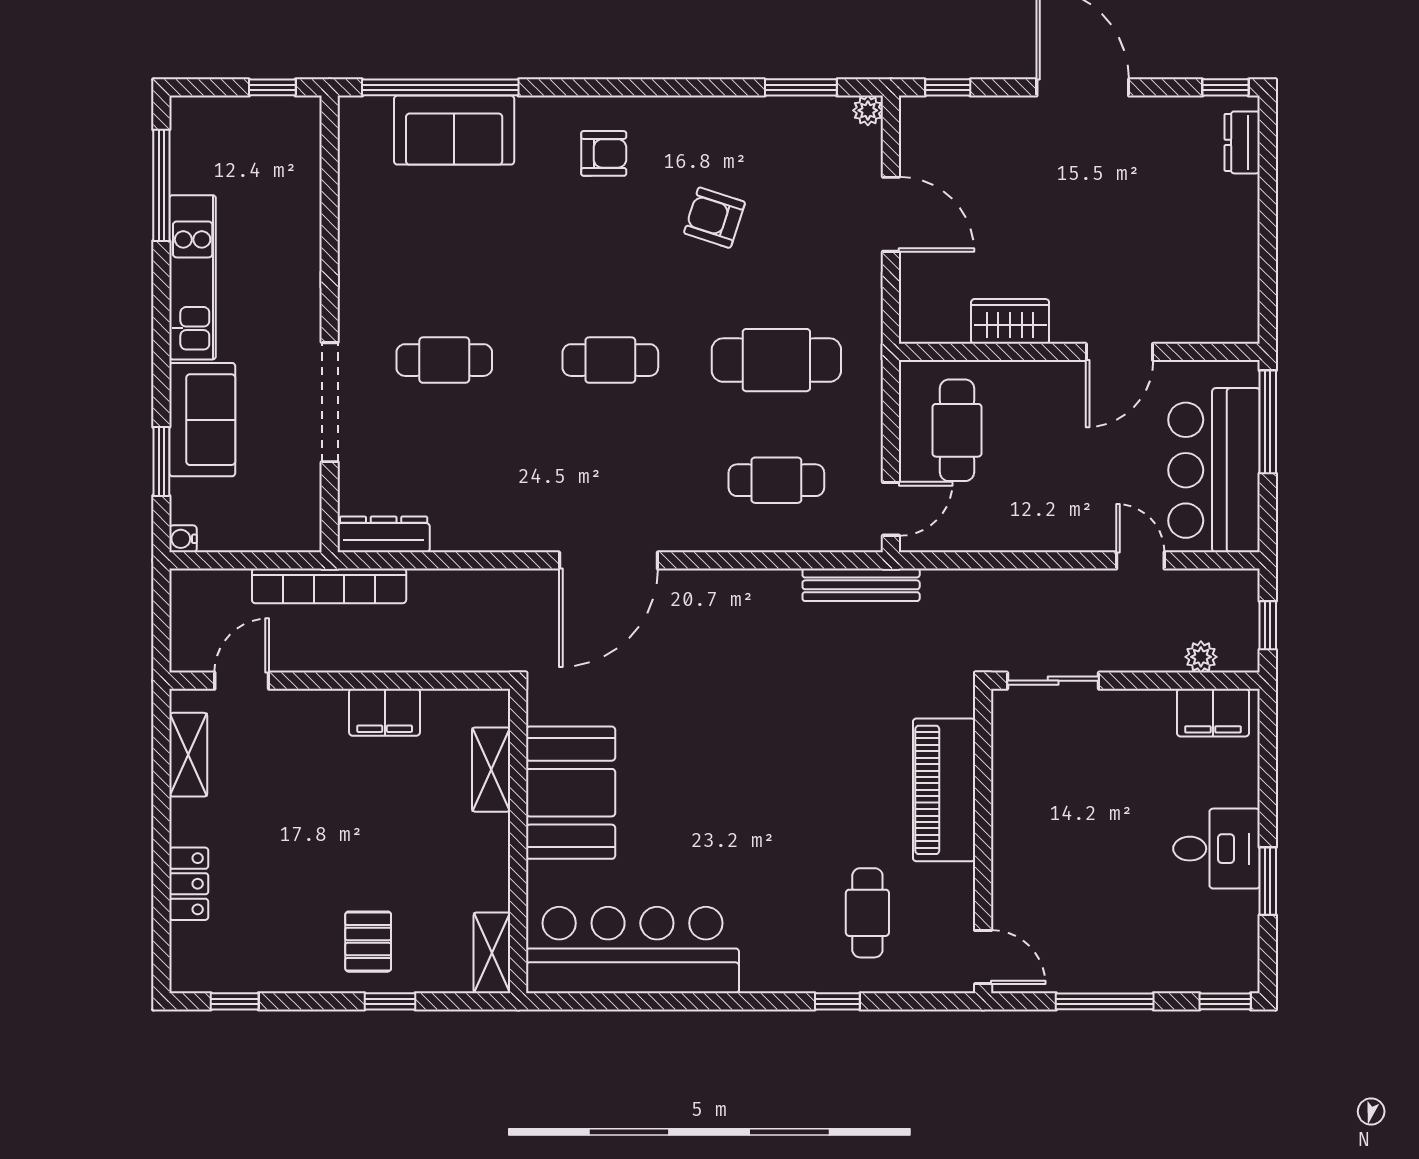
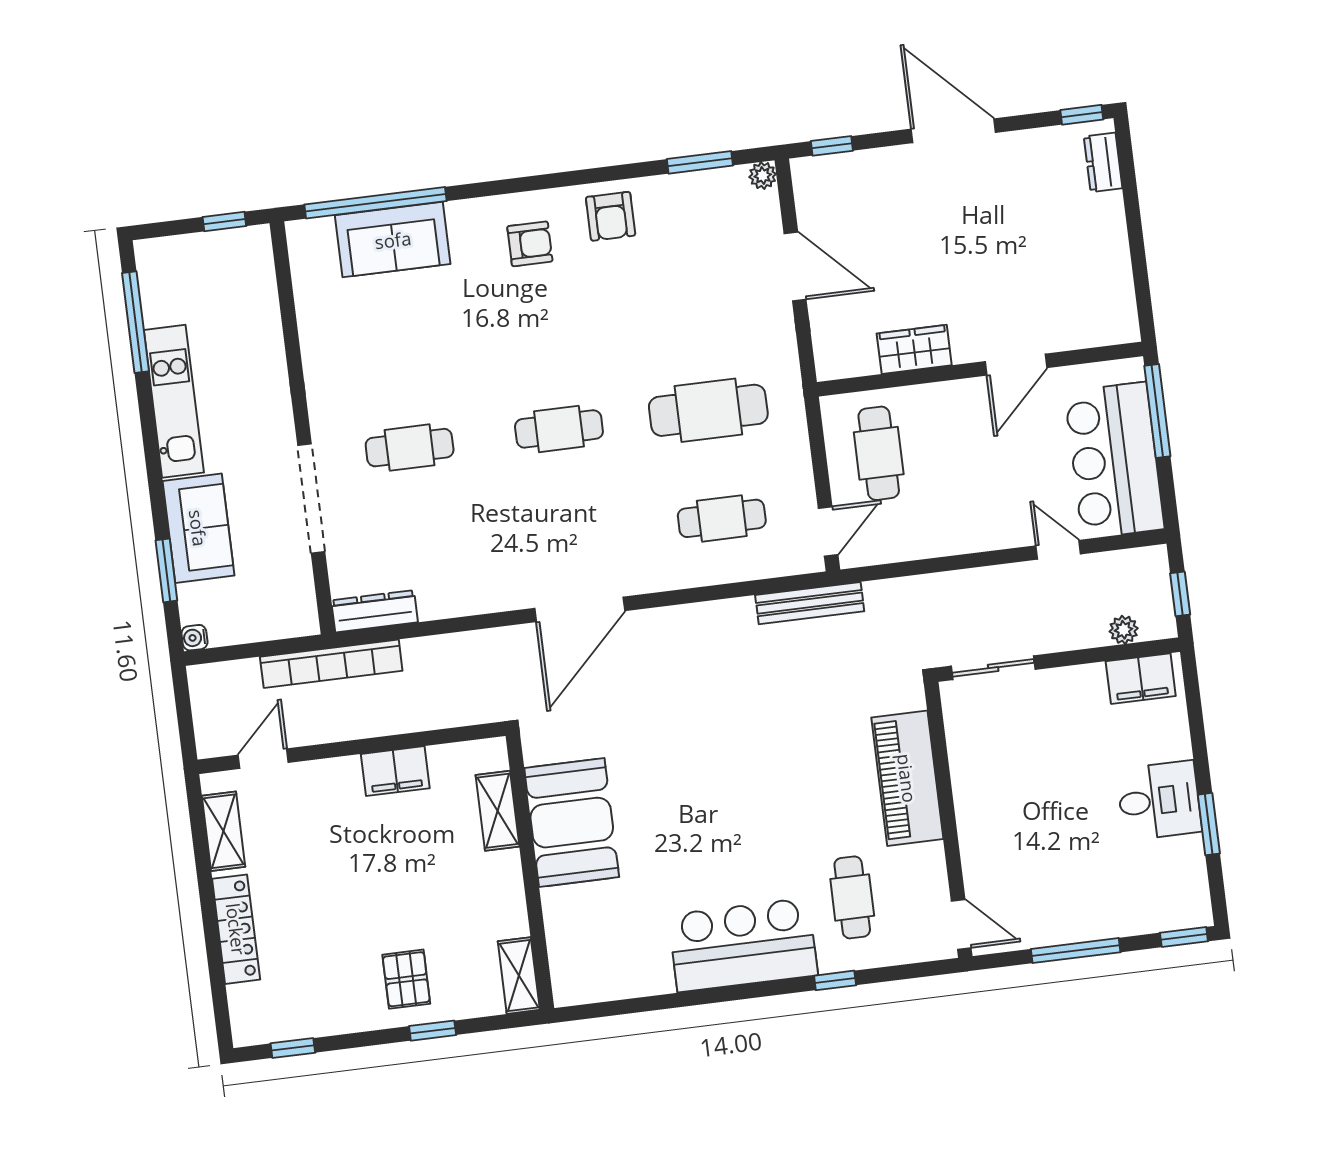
armchair: (715, 218) -> (611, 216), moved, turned -108
locker: (189, 884) -> (236, 929), width x1.53
bar counter: (632, 950) -> (743, 945), moved, width x0.73

